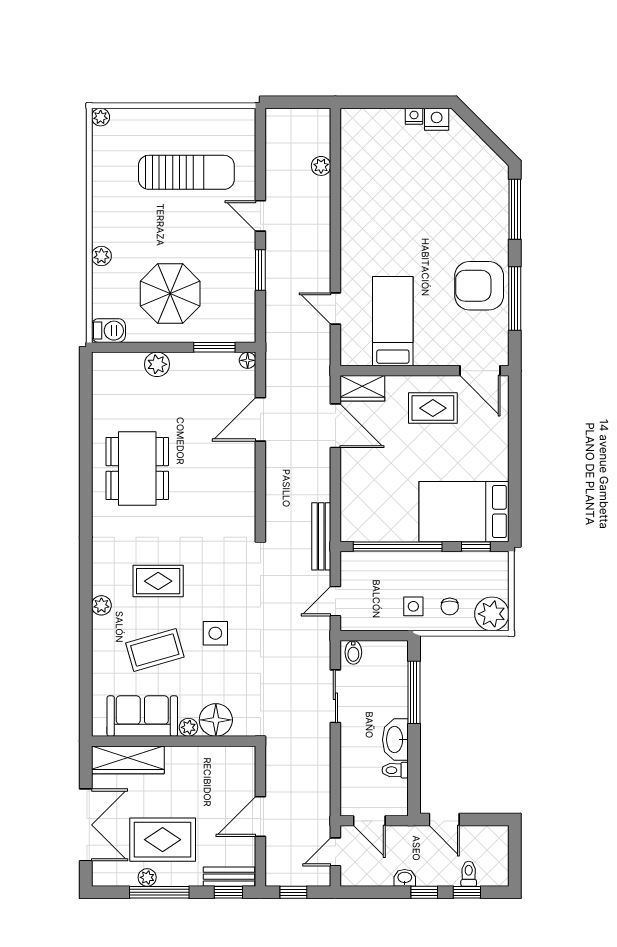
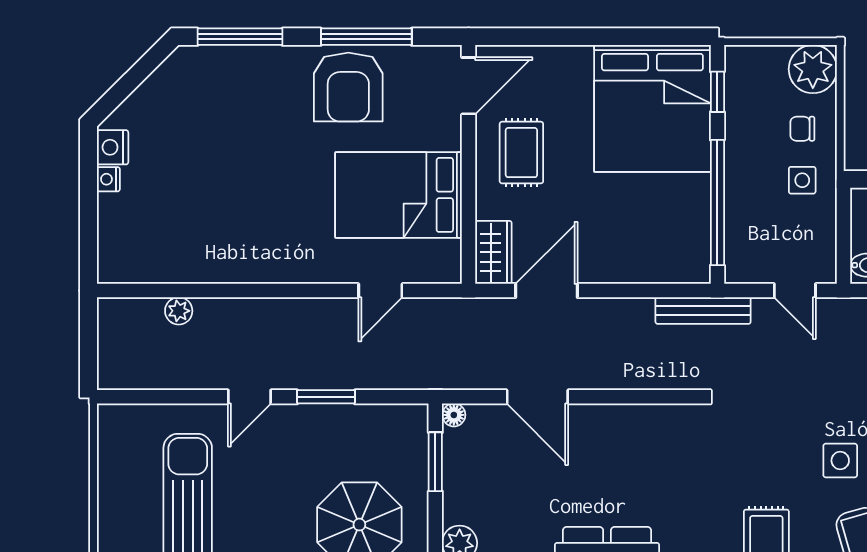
bed: (393, 321) -> (398, 195), width x1.50
bed: (464, 512) -> (652, 108), width x1.36
chair: (450, 606) -> (802, 129), turned 180

